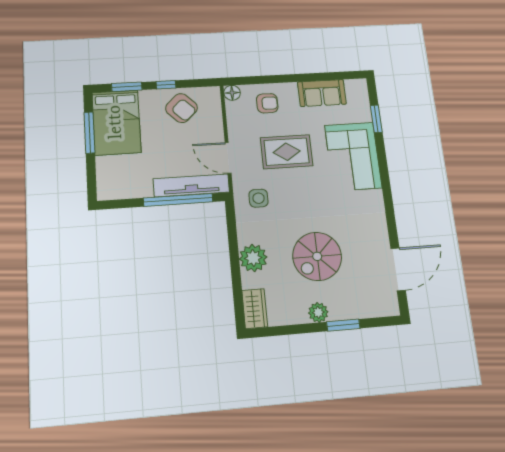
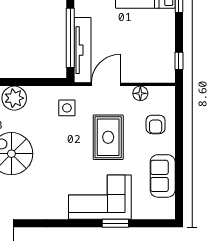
window: (166, 85) -> (179, 61), moved
floor lamp: (232, 93) -> (140, 93), moved
armchair: (181, 108) -> (155, 47), removed
window: (376, 119) -> (115, 223), moved

